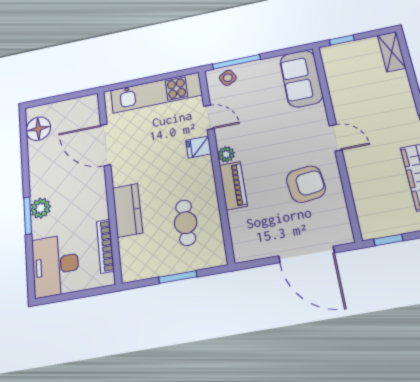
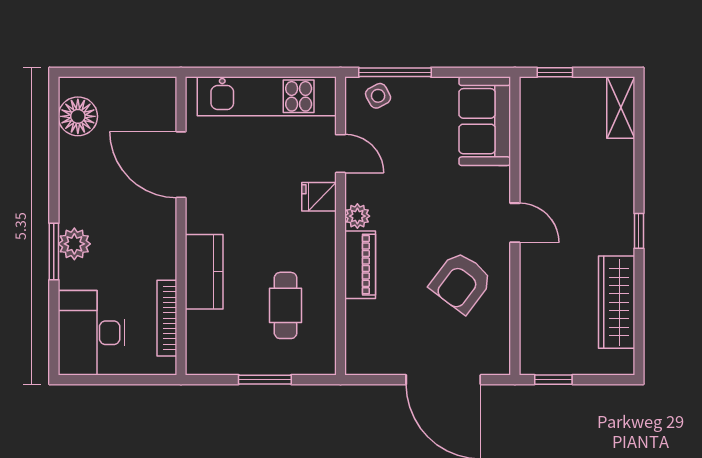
armchair: (306, 184) -> (461, 282), turned 134

